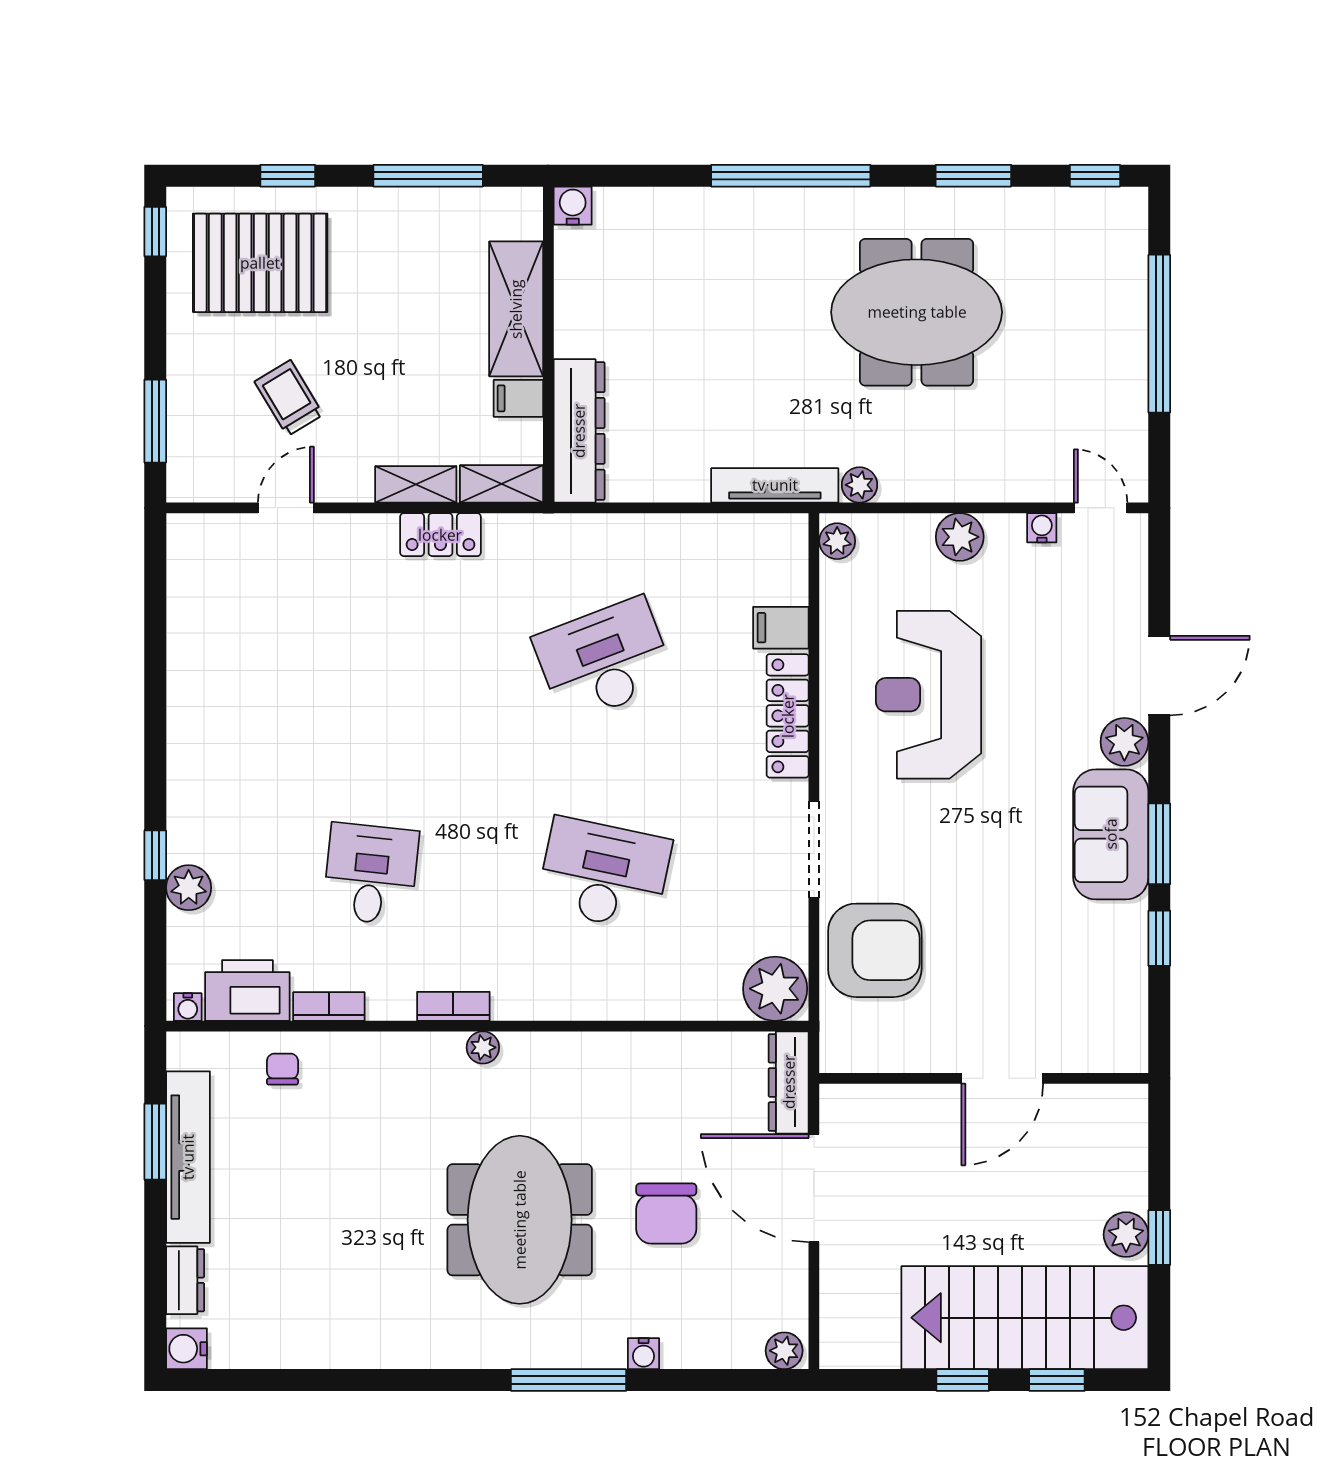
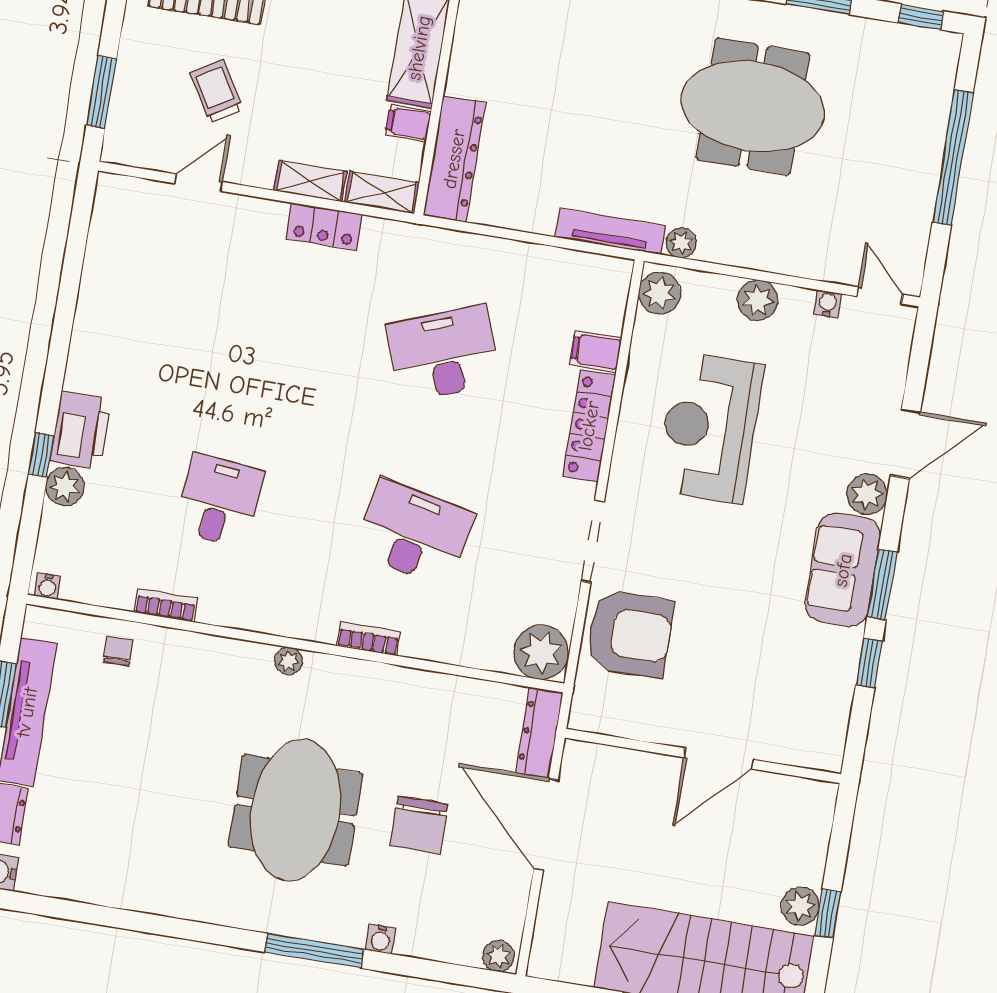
plant: (837, 541) -> (659, 293), width x1.38, depth x1.38
printer: (247, 990) -> (81, 431), moved, turned 90
bookcase: (453, 1006) -> (368, 639), moved

